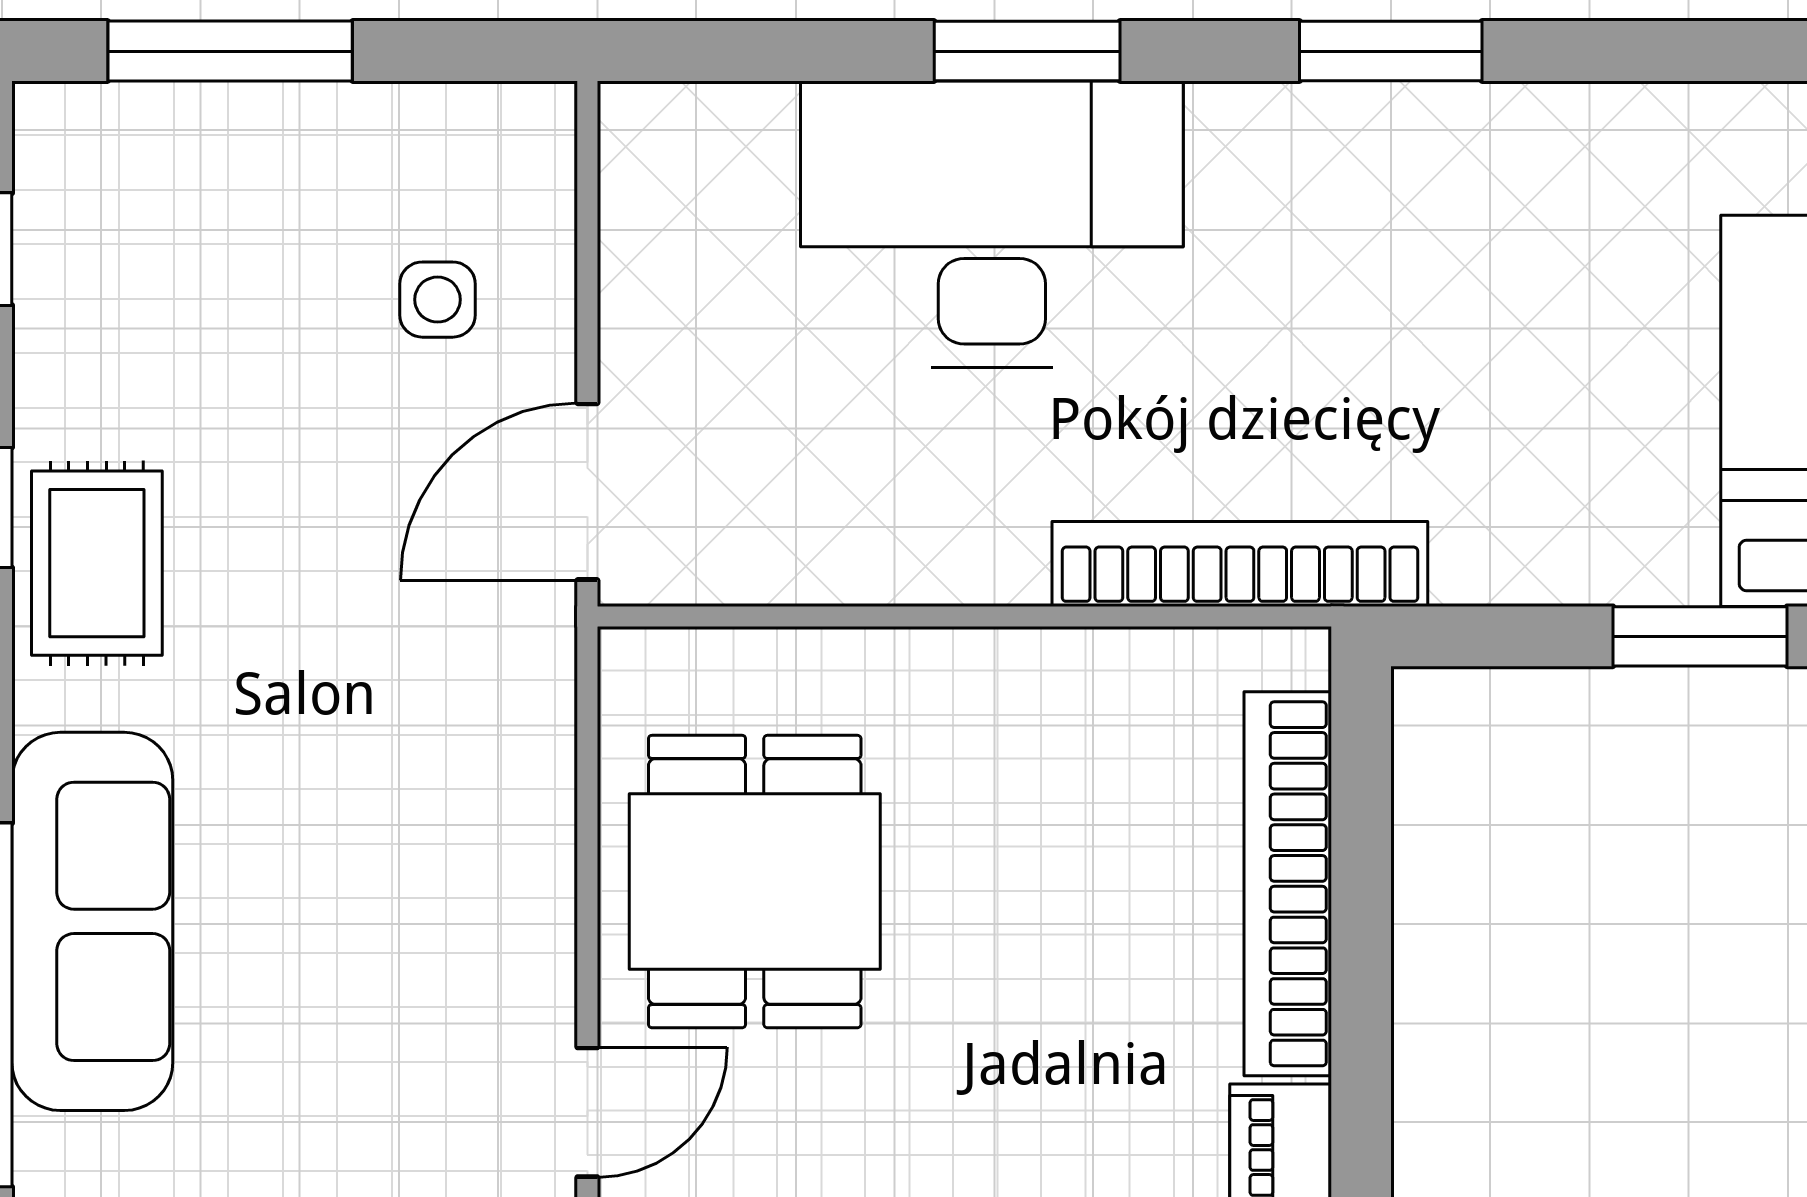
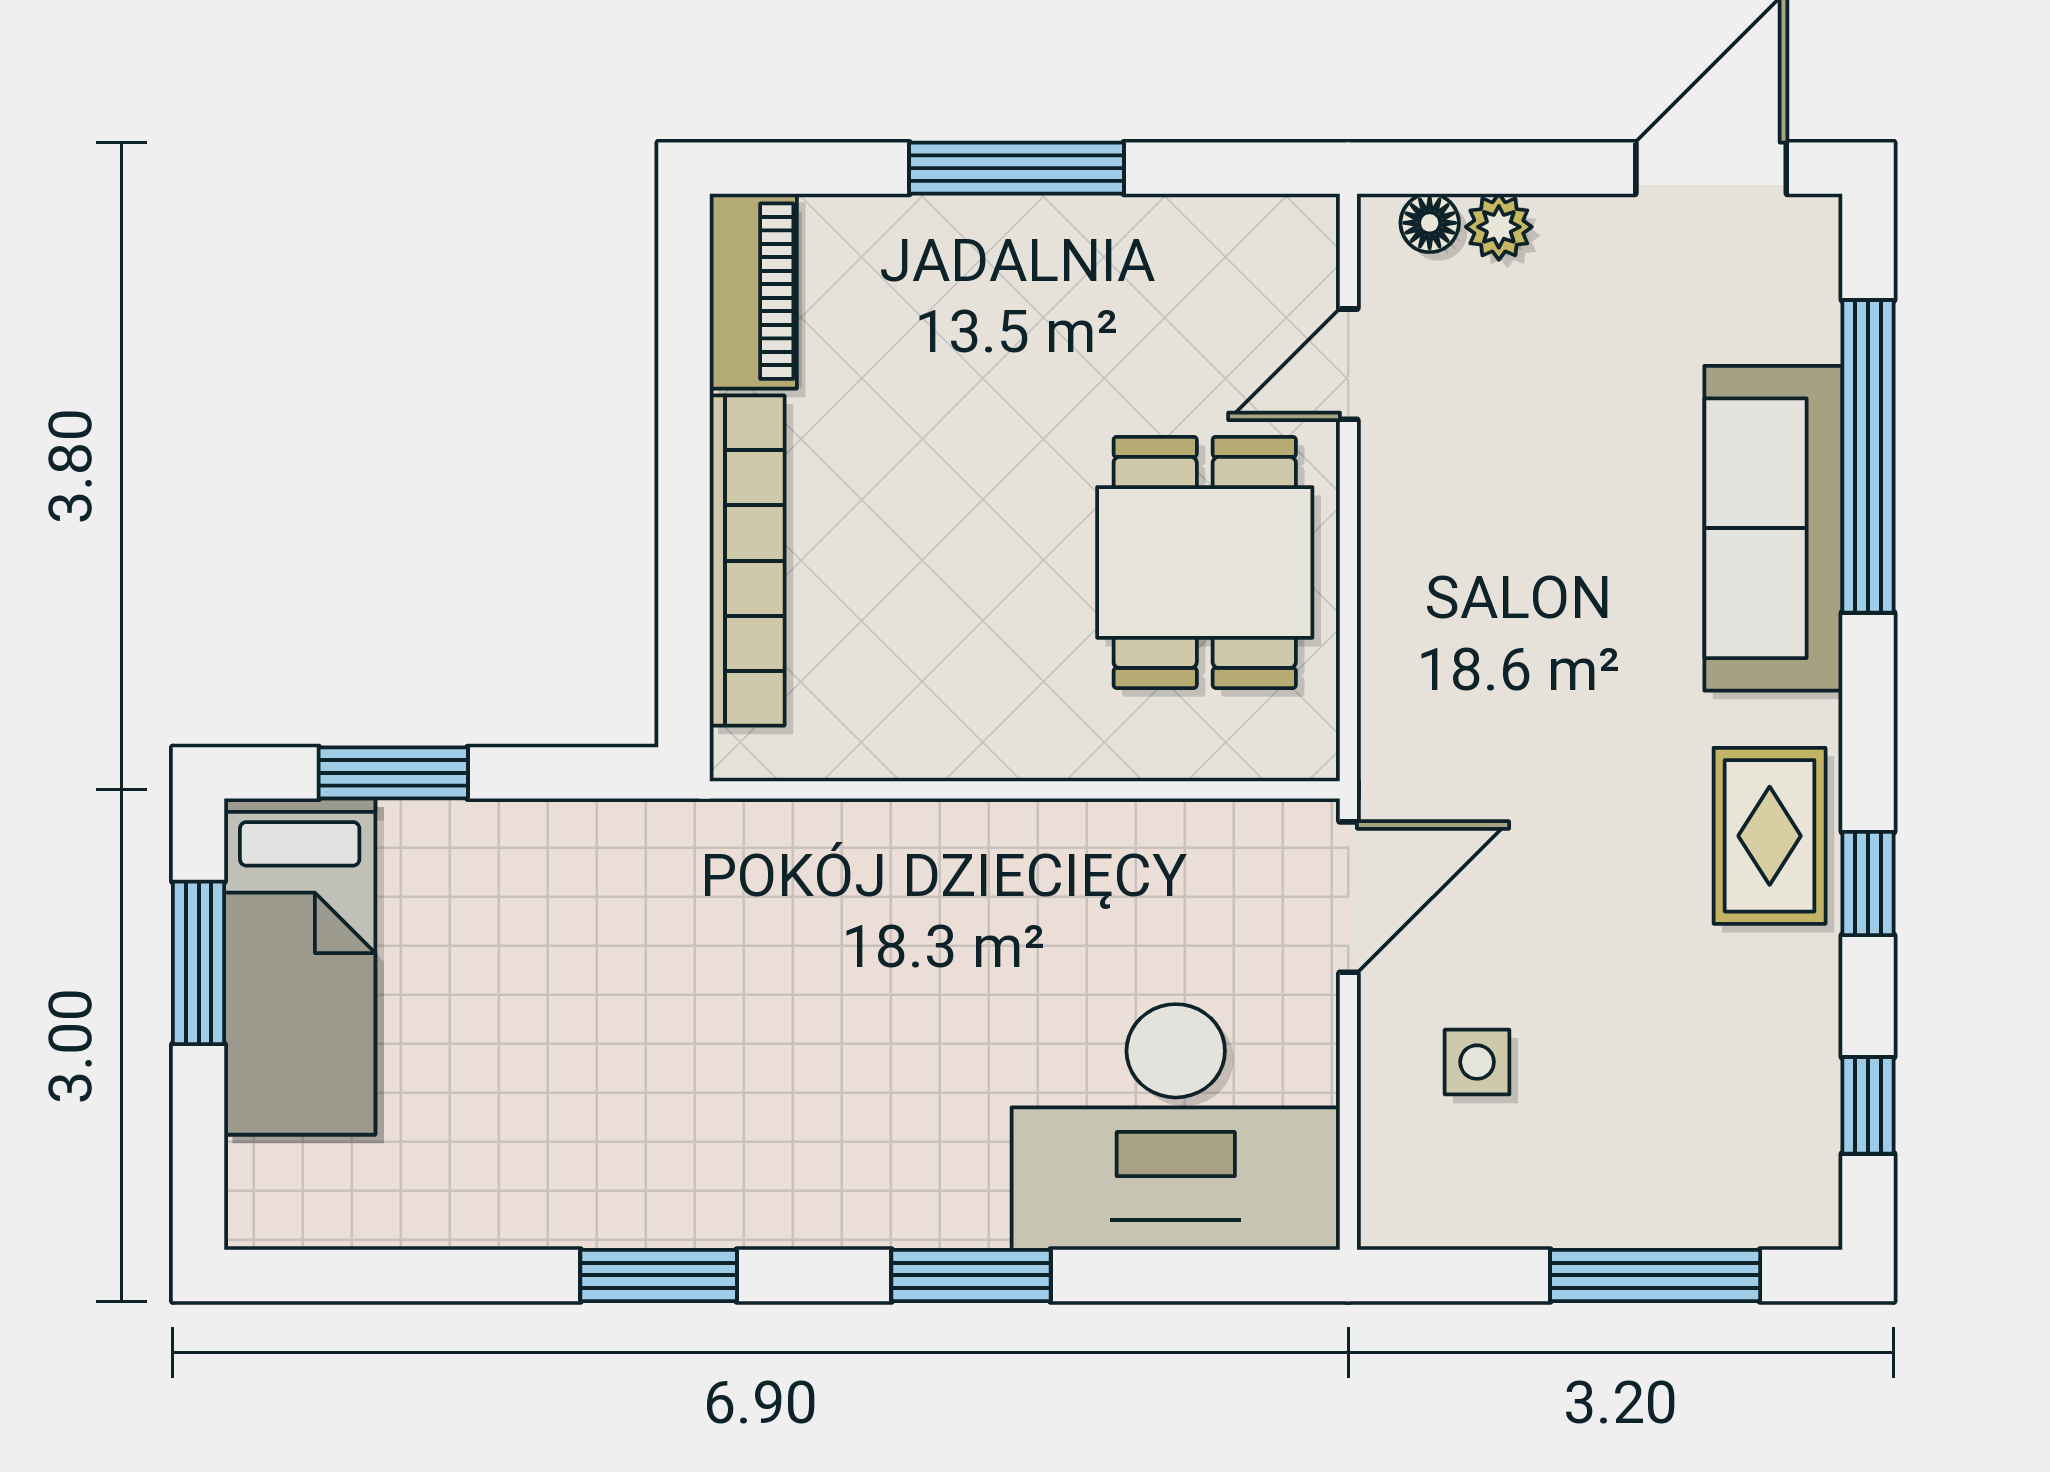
desk: (992, 224) -> (1176, 1127), moved
bookcase: (1240, 564) -> (788, 835), removed

